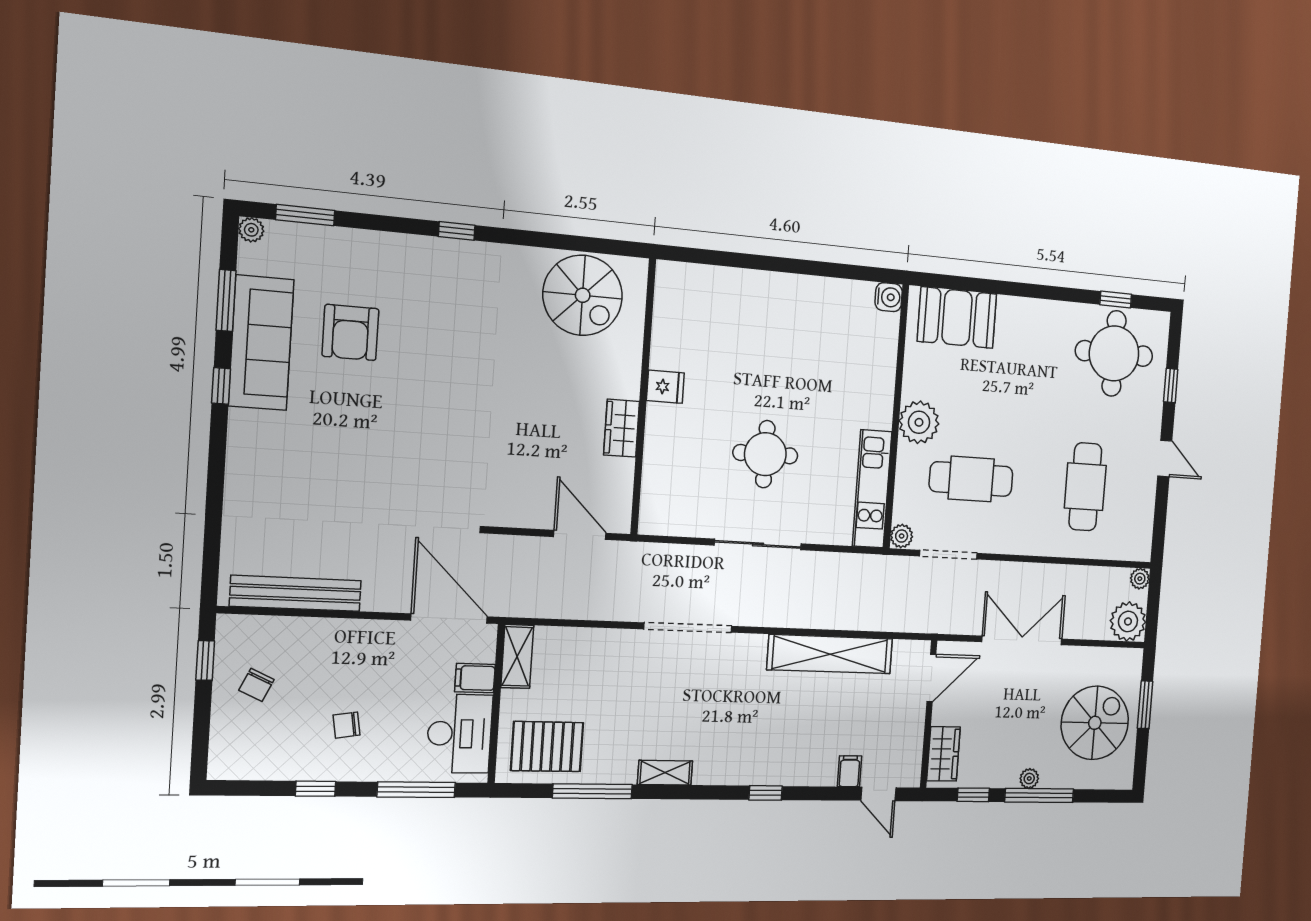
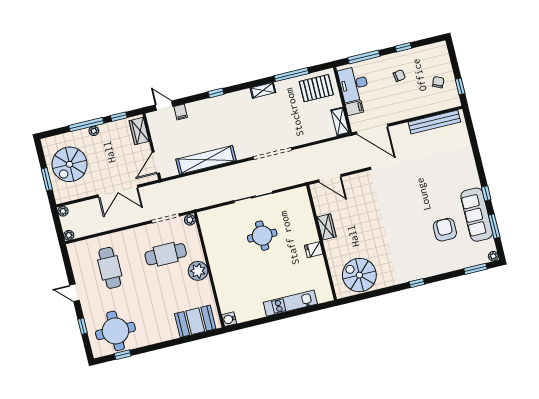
kitchen unit: (872, 489) -> (290, 303), moved, turned -90
plant: (1128, 621) -> (63, 211), width x0.53, depth x0.53

